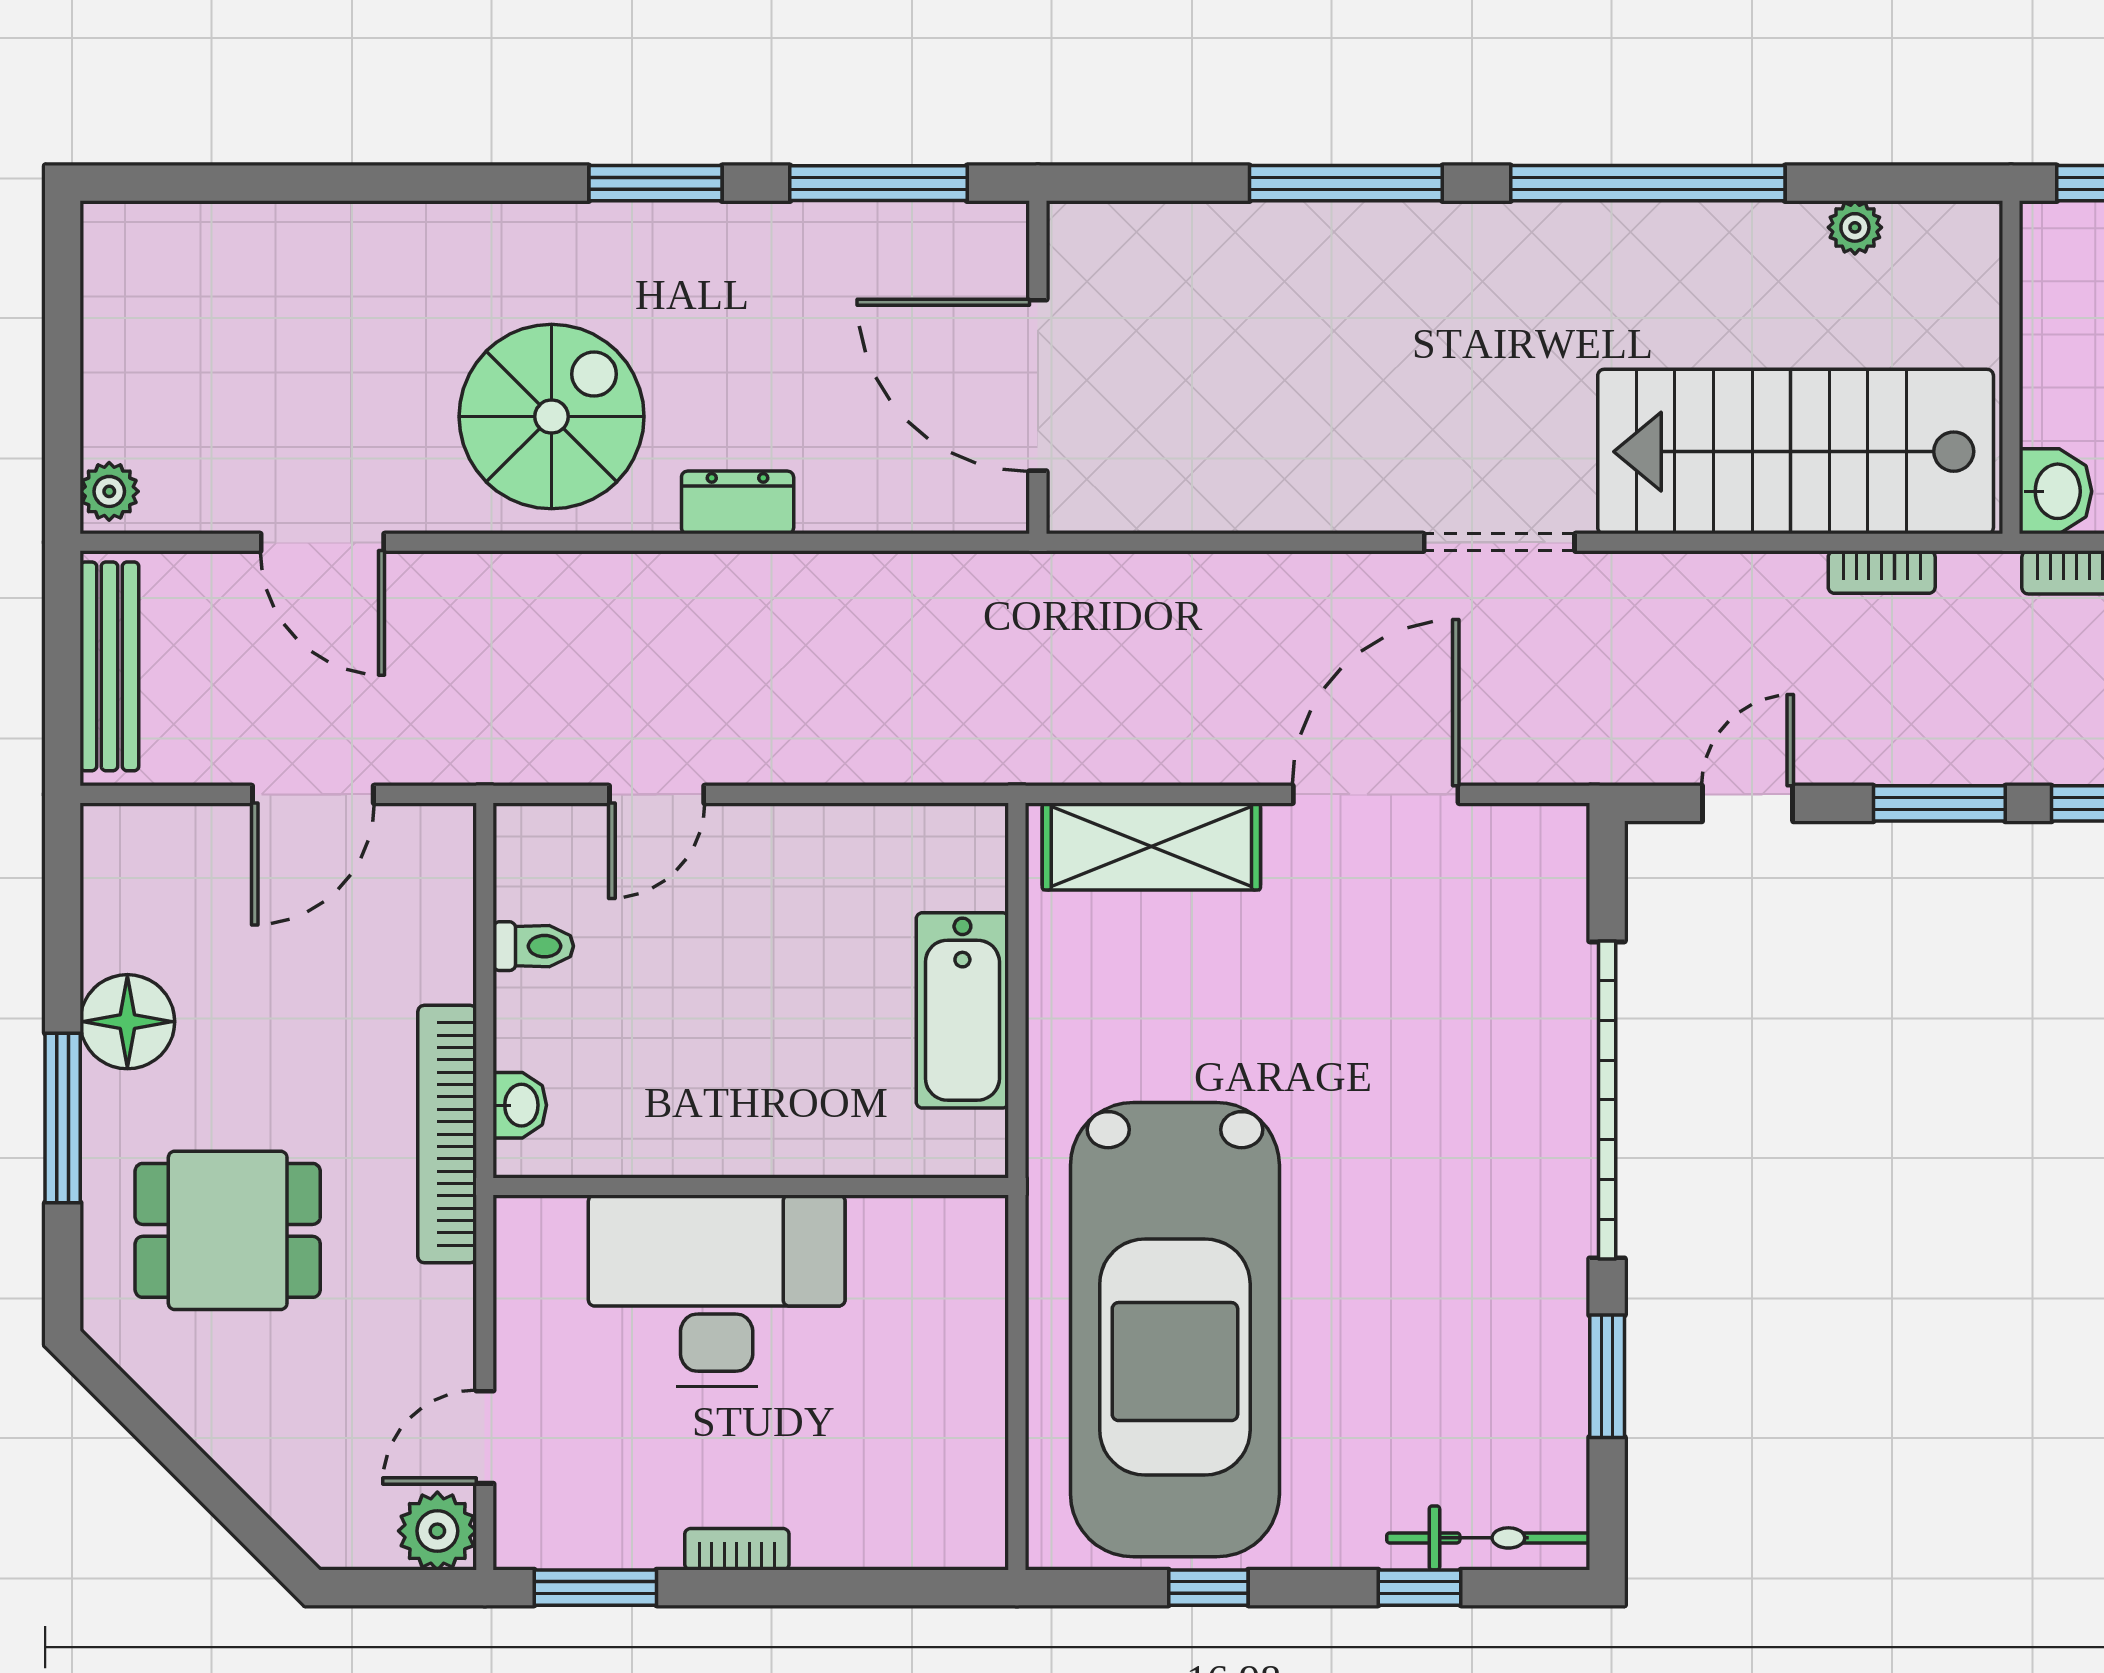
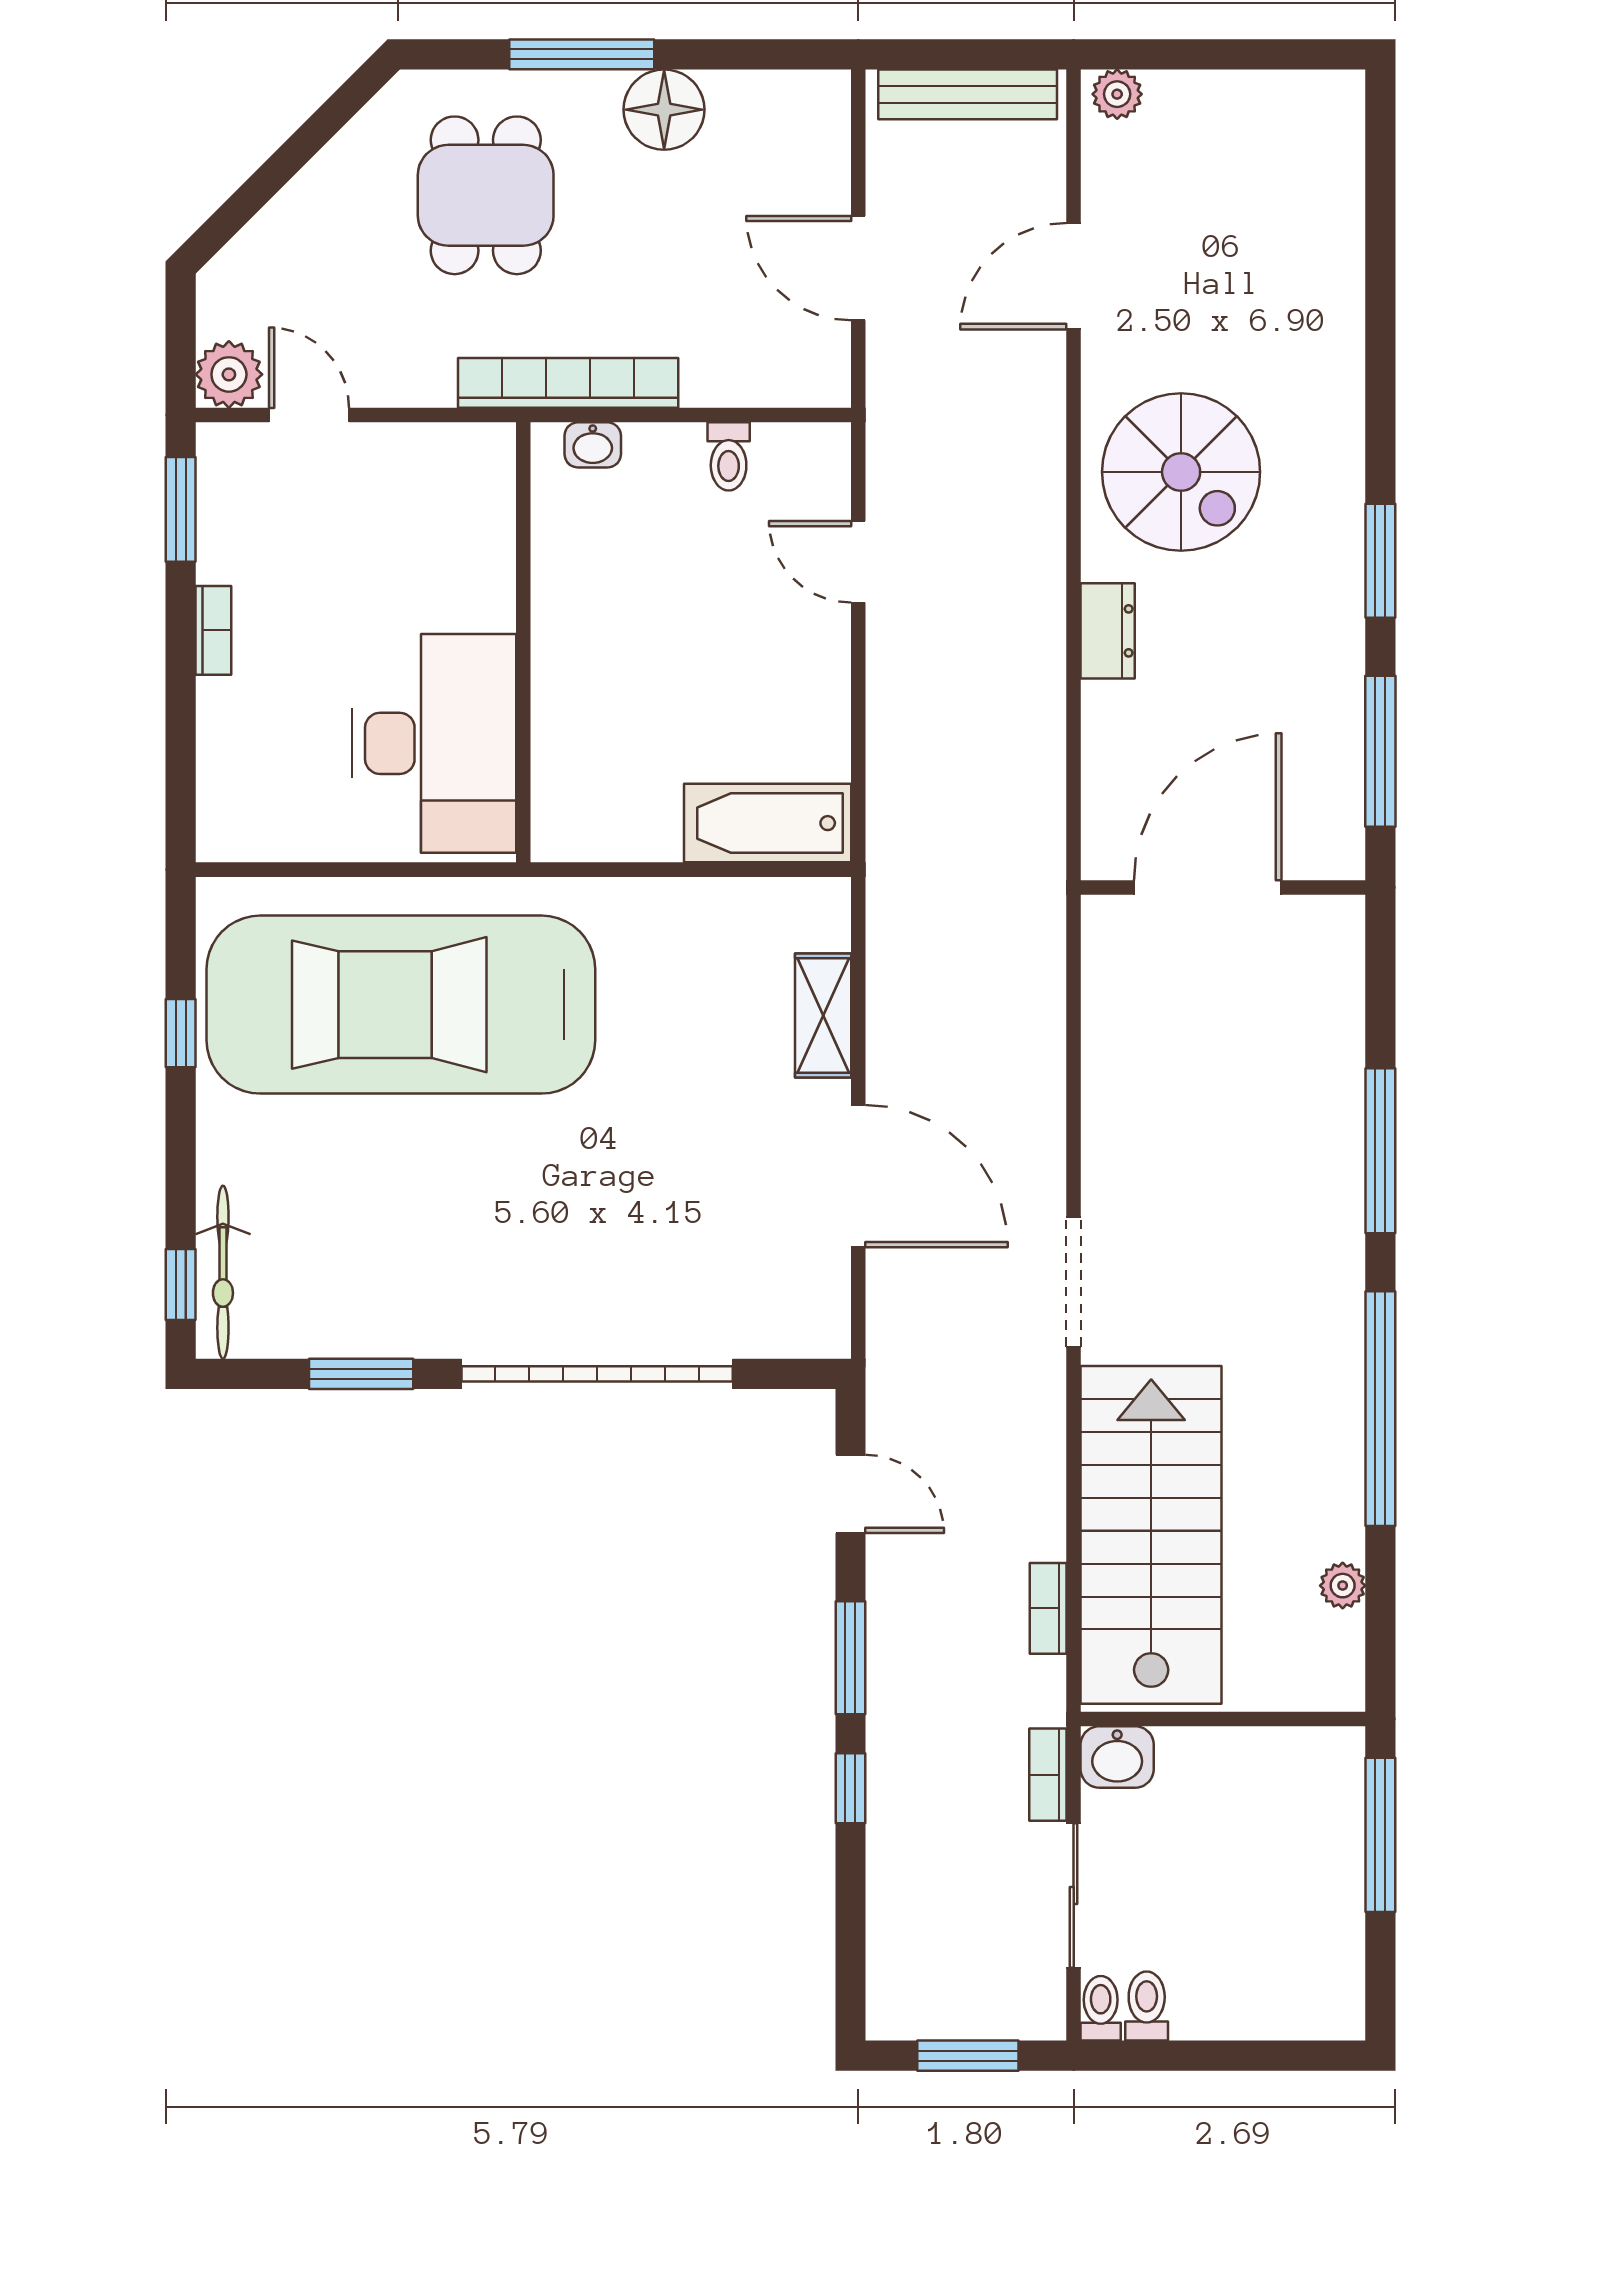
shelving: (1151, 846) -> (823, 1016), width x0.67, depth x0.75
bathtub: (962, 1010) -> (768, 823), moved
desk: (717, 1291) -> (434, 743), moved
window: (1420, 1588) -> (181, 1284), moved

